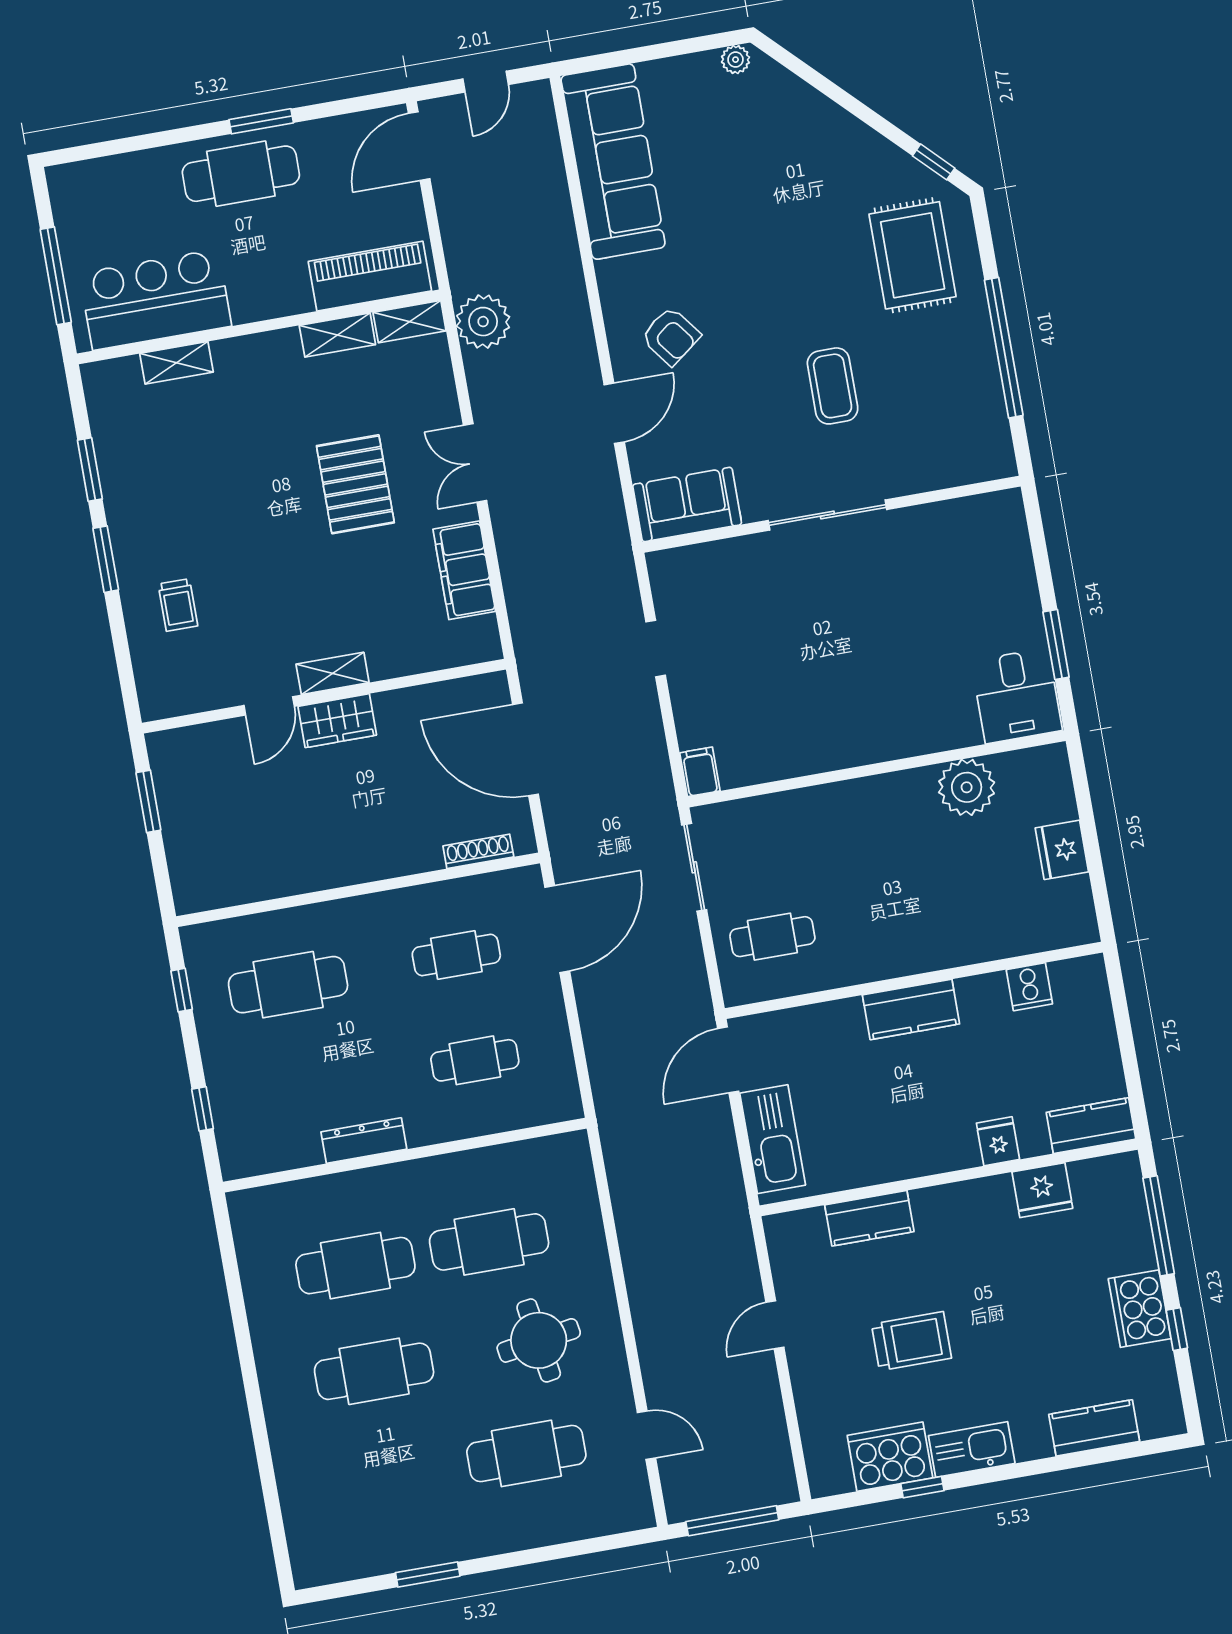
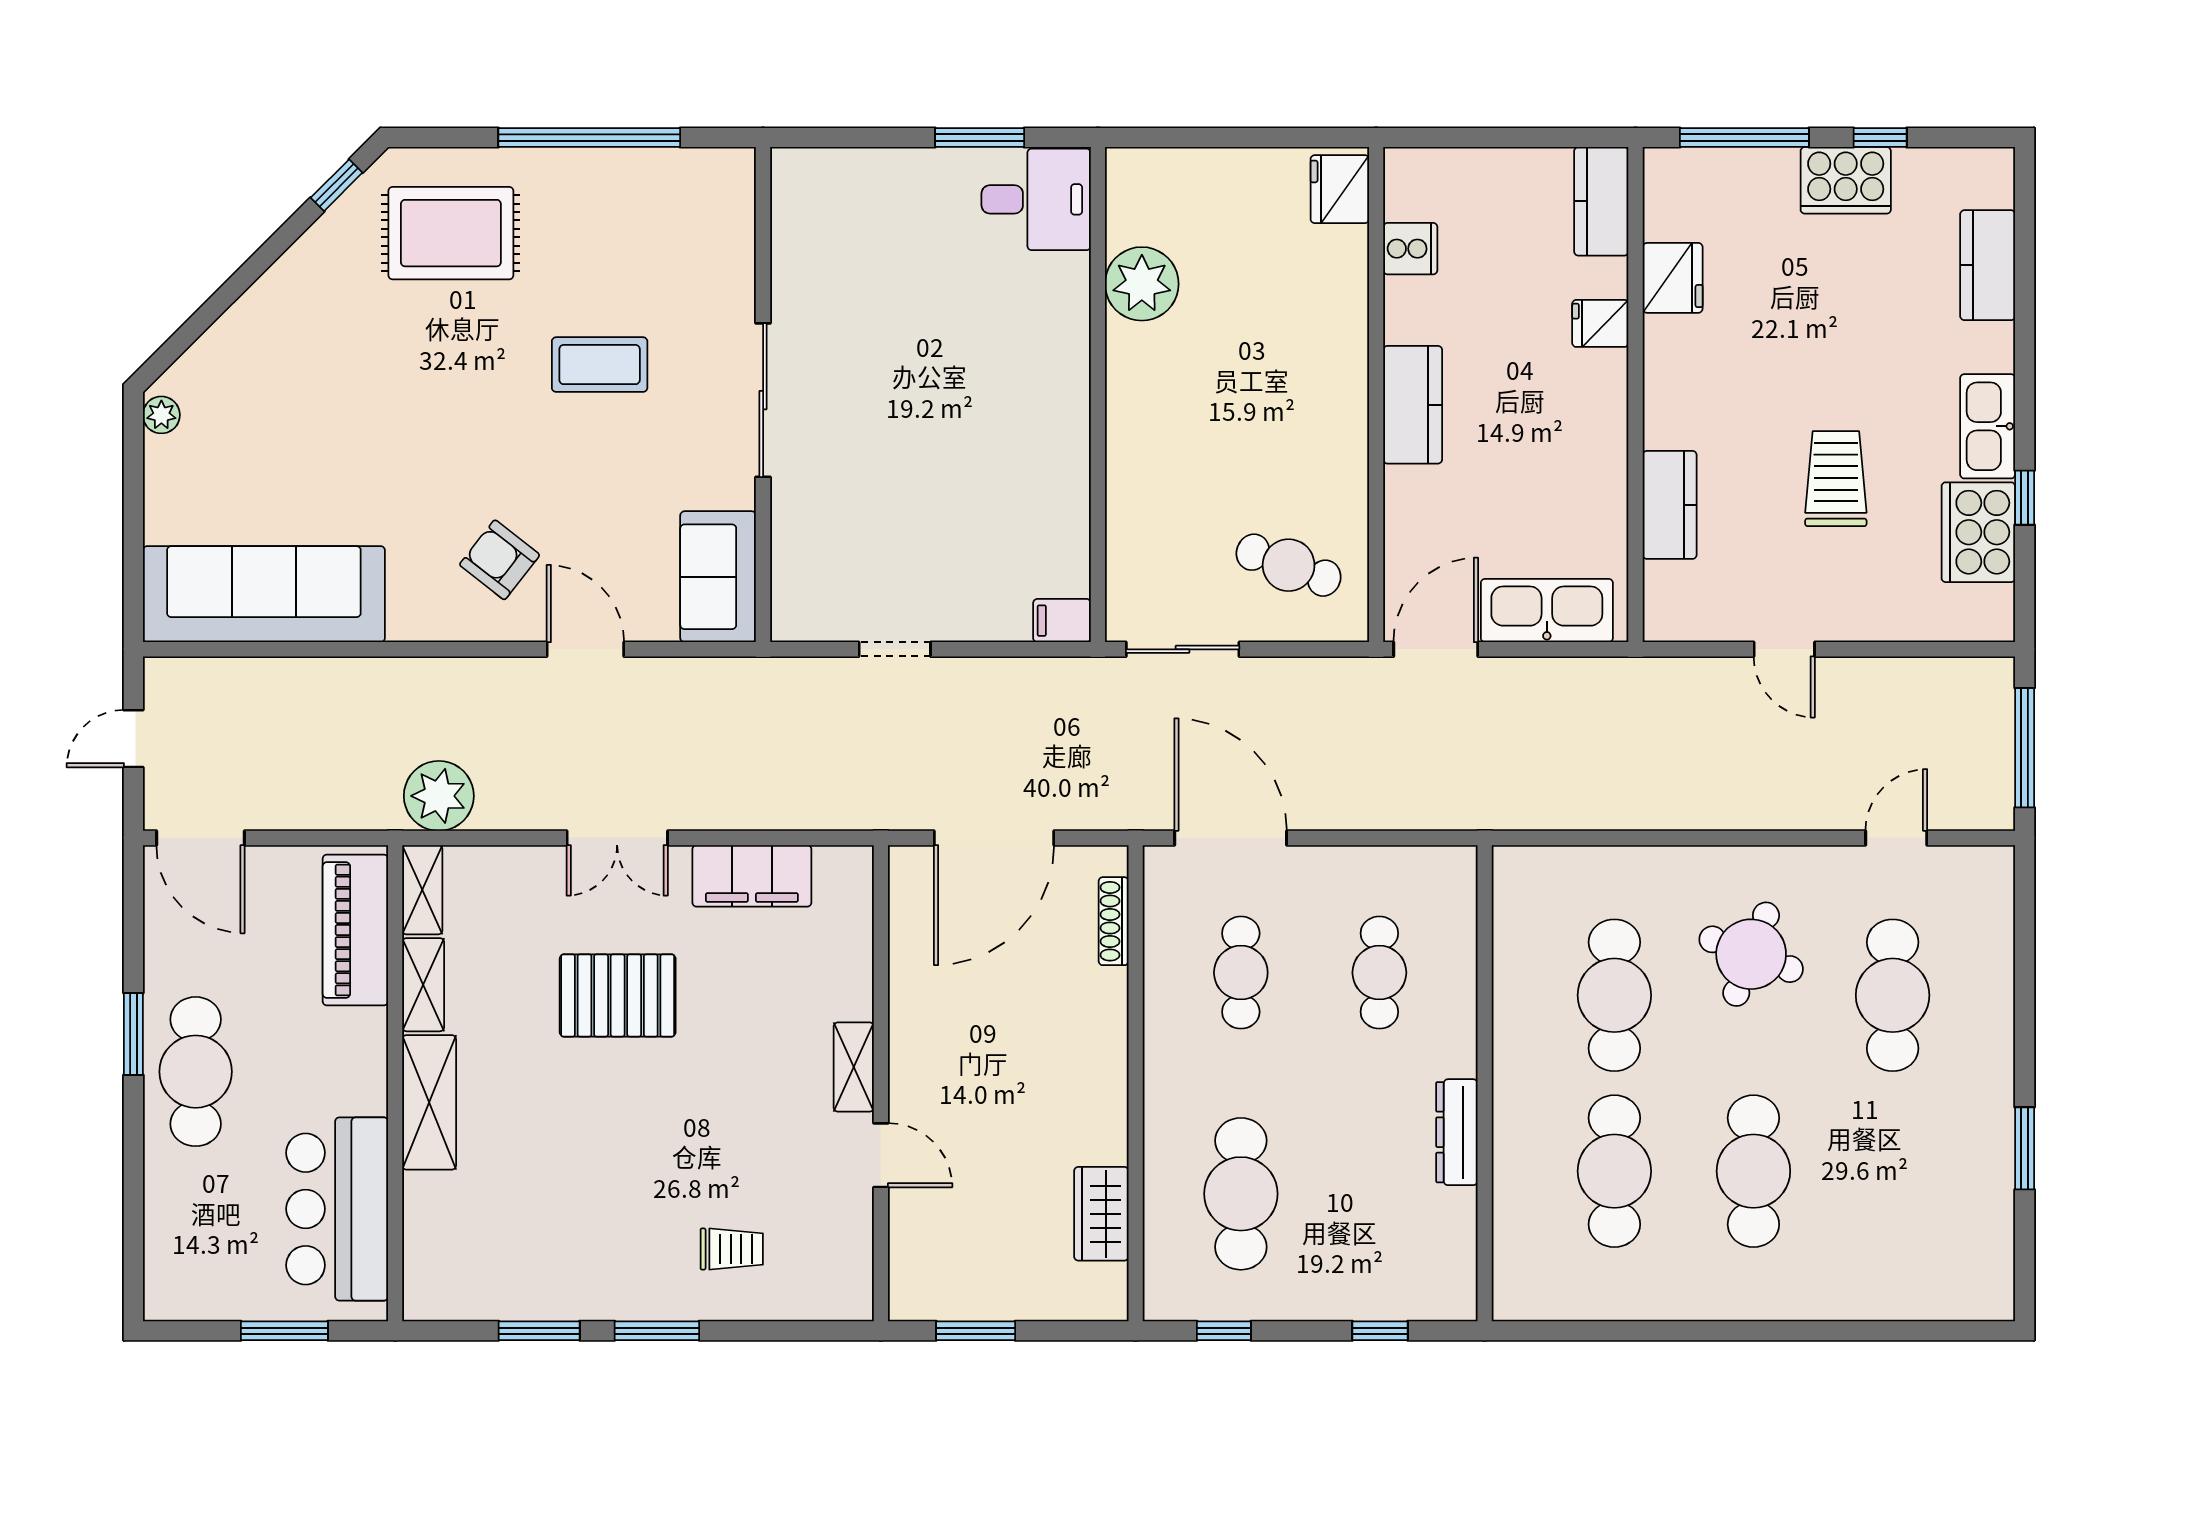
door: (486, 82) -> (133, 739), swing flipped
window: (56, 276) -> (284, 1331), width x0.69
armchair: (671, 336) -> (500, 560), turned -105
shelving: (176, 363) -> (429, 1102), moved, width x1.50, depth x1.33
wardrobe: (337, 721) -> (1101, 1214), moved, turned 180
fridge: (1062, 850) -> (1340, 189), moved, turned 90
cafe table: (772, 937) -> (1289, 565), turned -70
door: (728, 1060) -> (1436, 649), swing flipped
round table: (539, 1340) -> (1751, 954), turned 30

